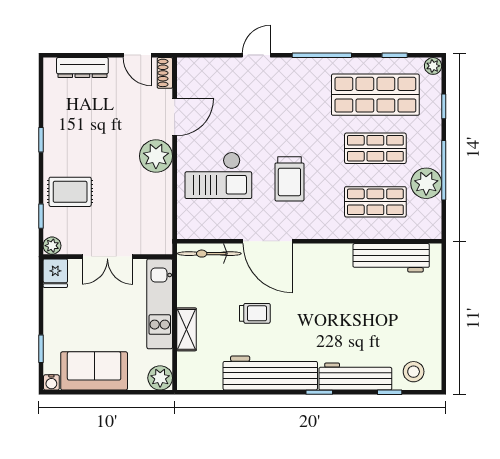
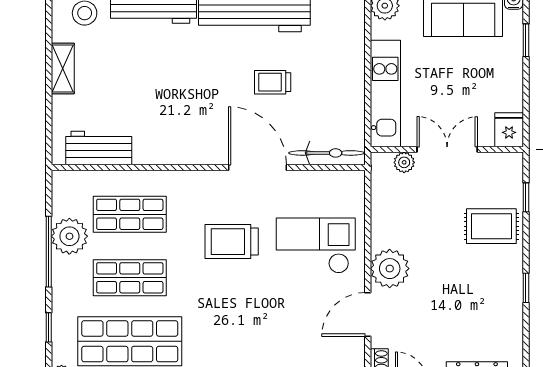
trolley: (289, 179) -> (232, 242), turned -90
plant: (52, 246) -> (404, 162), moved
workbench: (391, 258) -> (99, 148), width x0.73
shelving: (186, 329) -> (63, 69), moved

